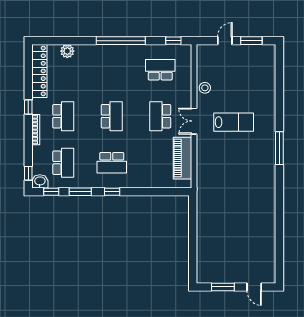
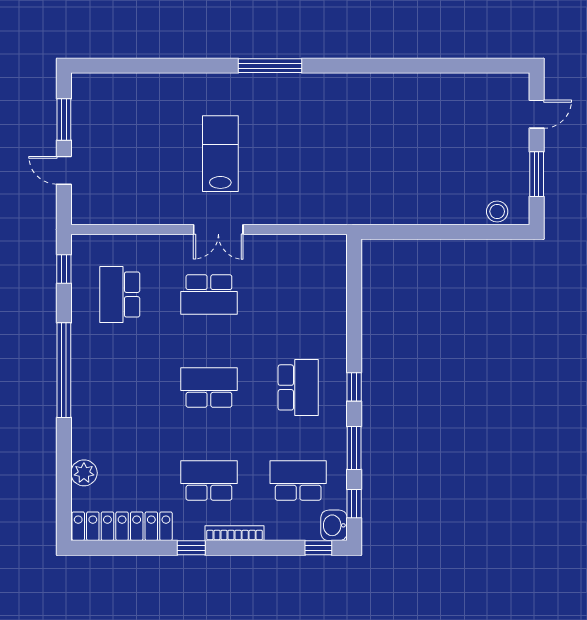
stool: (205, 88) -> (497, 211), moved
piano: (182, 158) -> (289, 252), removed

